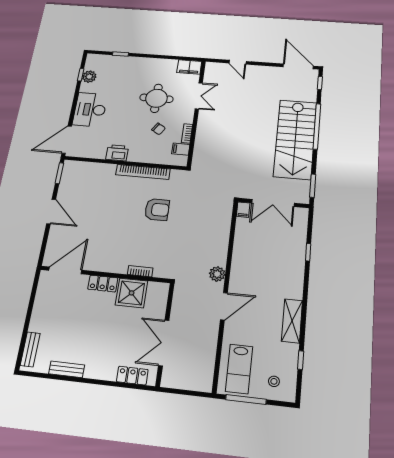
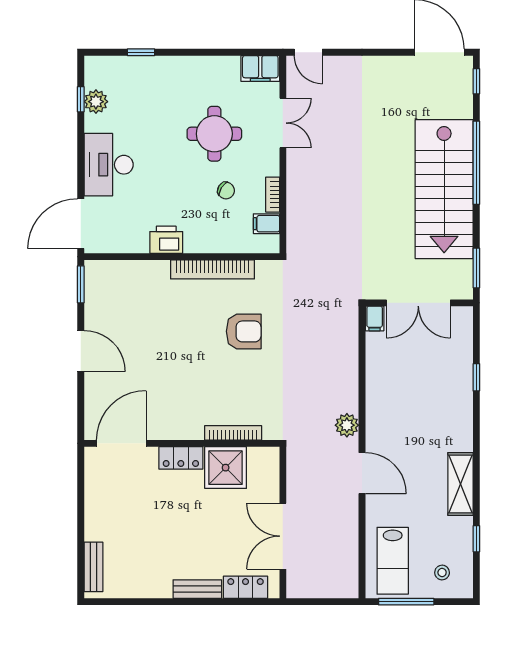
door: (238, 62) -> (308, 52), moved
bookcase: (140, 271) -> (233, 433), width x1.56
door: (224, 306) -> (362, 473), hinge flipped
bench: (67, 369) -> (197, 589), moved

